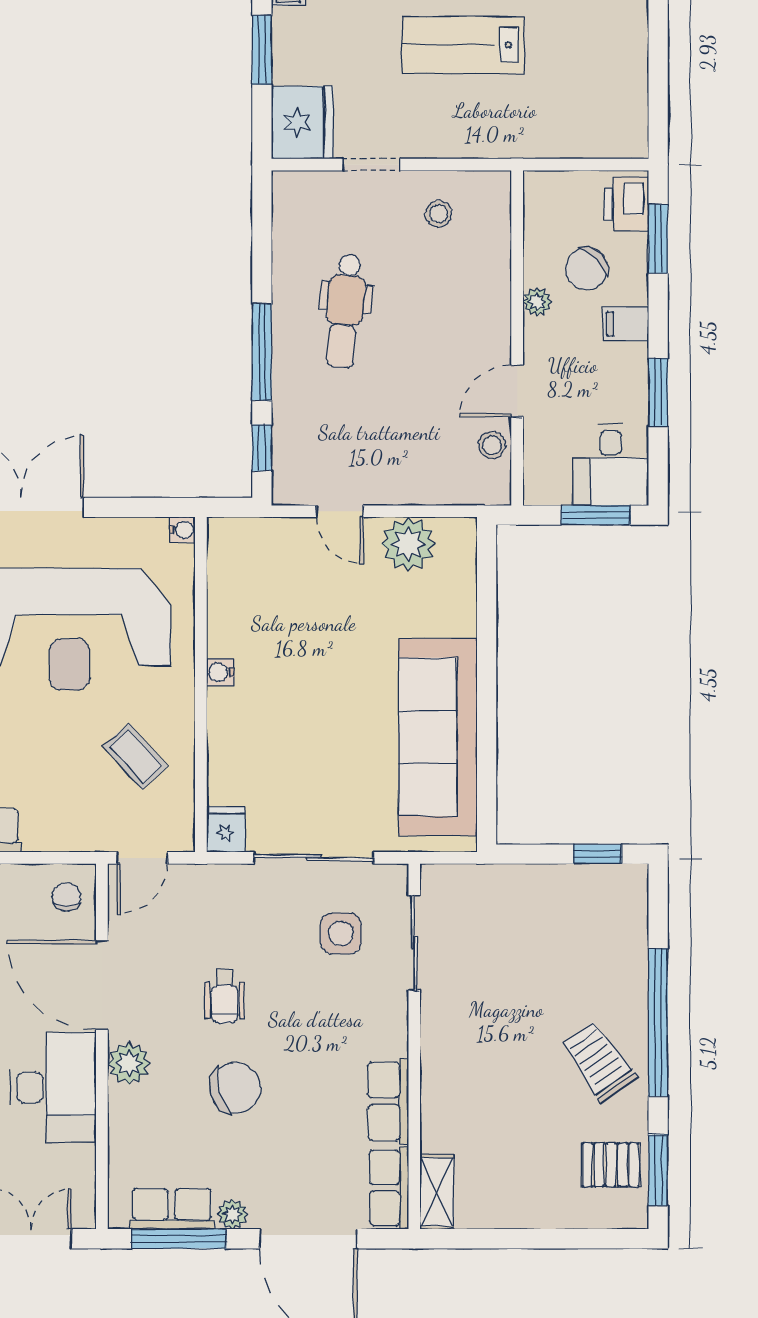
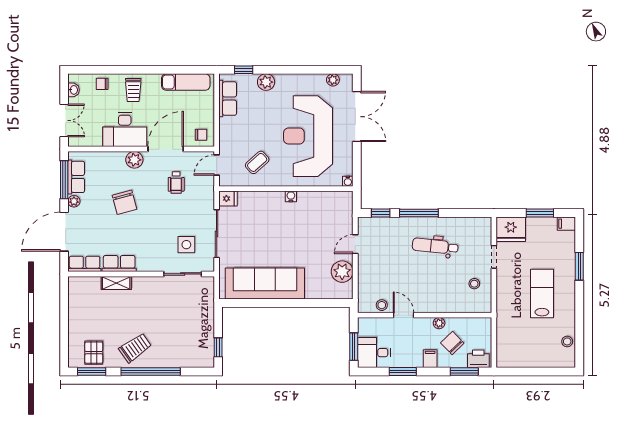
door: (142, 858) -> (217, 165), hinge flipped
wheelchair: (225, 996) -> (176, 183), moved, turned -90
shelving: (437, 1192) -> (116, 283), moved

